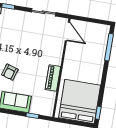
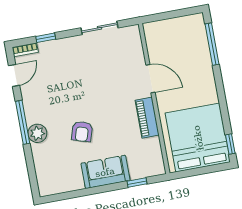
door: (67, 31) -> (150, 79), moved

